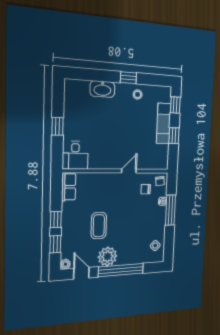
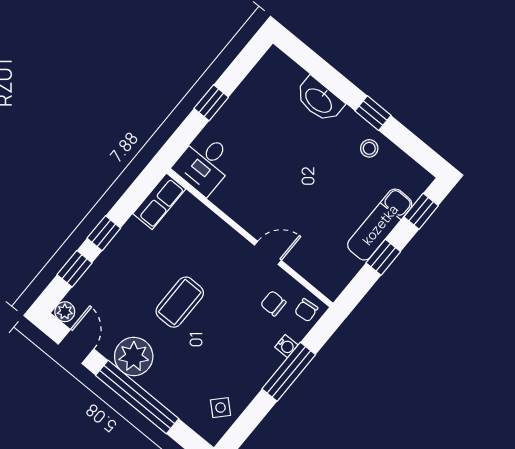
coffee table: (99, 226) -> (180, 302), moved

